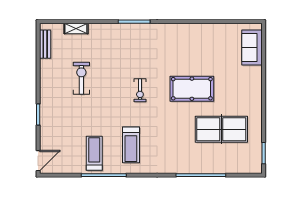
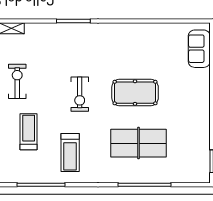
exercise bike: (140, 90) -> (80, 94), width x1.38, depth x1.39
table tennis table: (221, 129) -> (139, 143), moved
treadmill: (94, 153) -> (29, 132), moved

